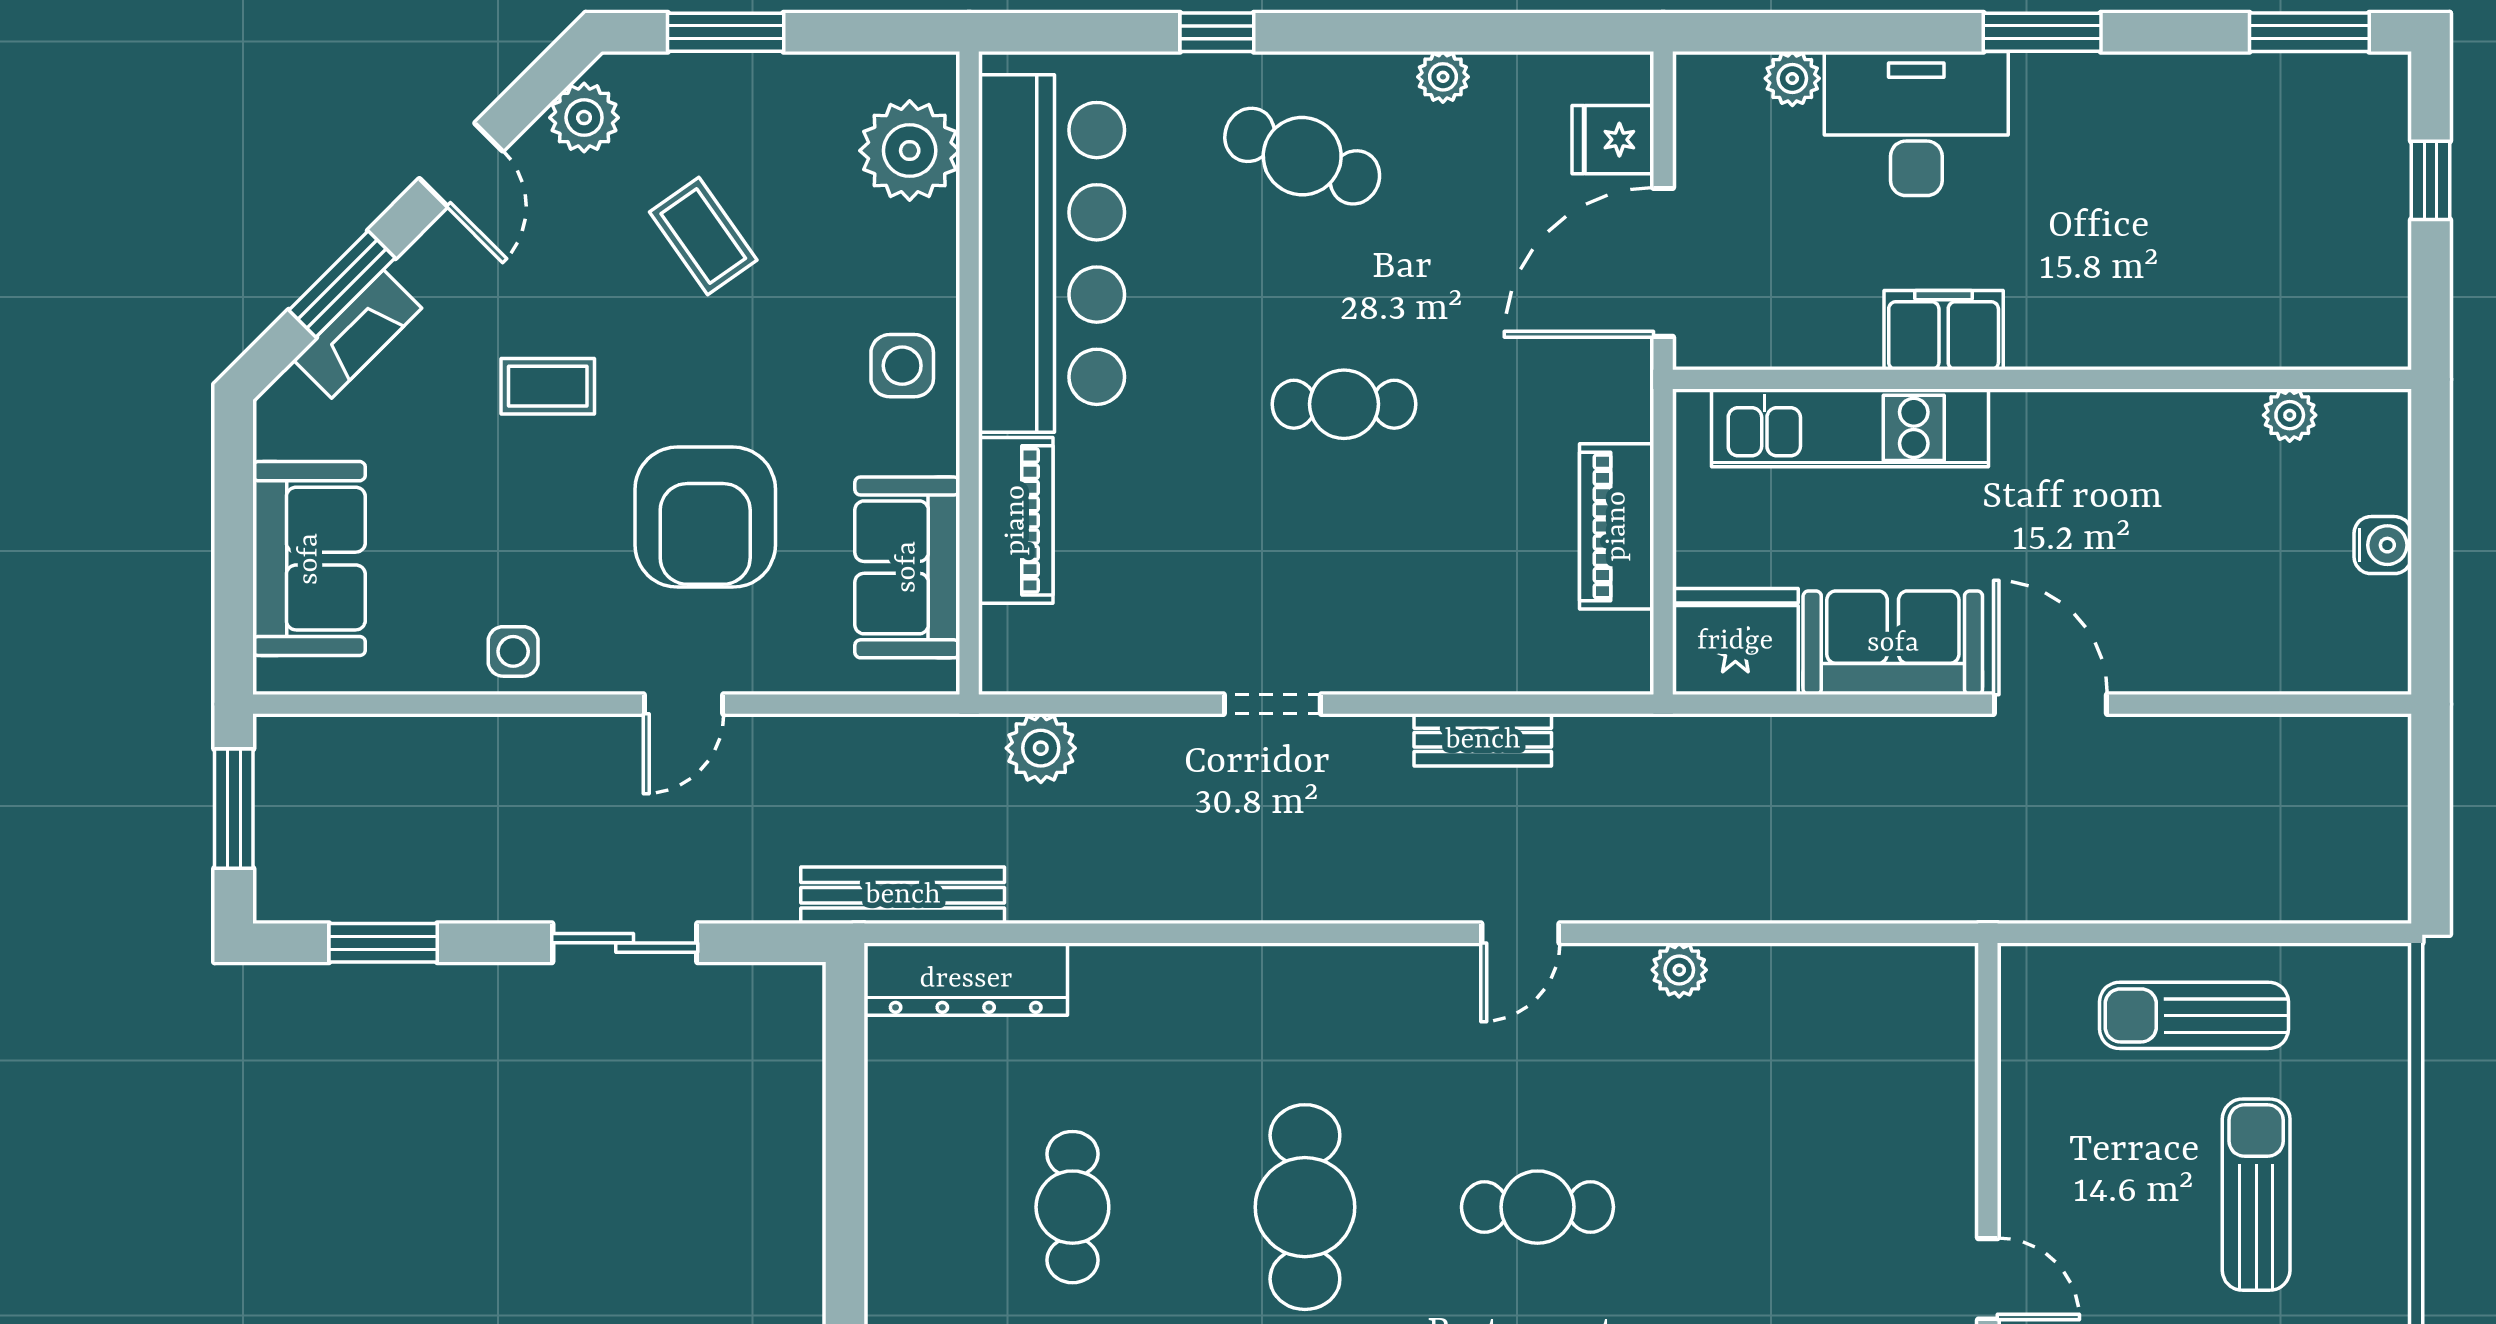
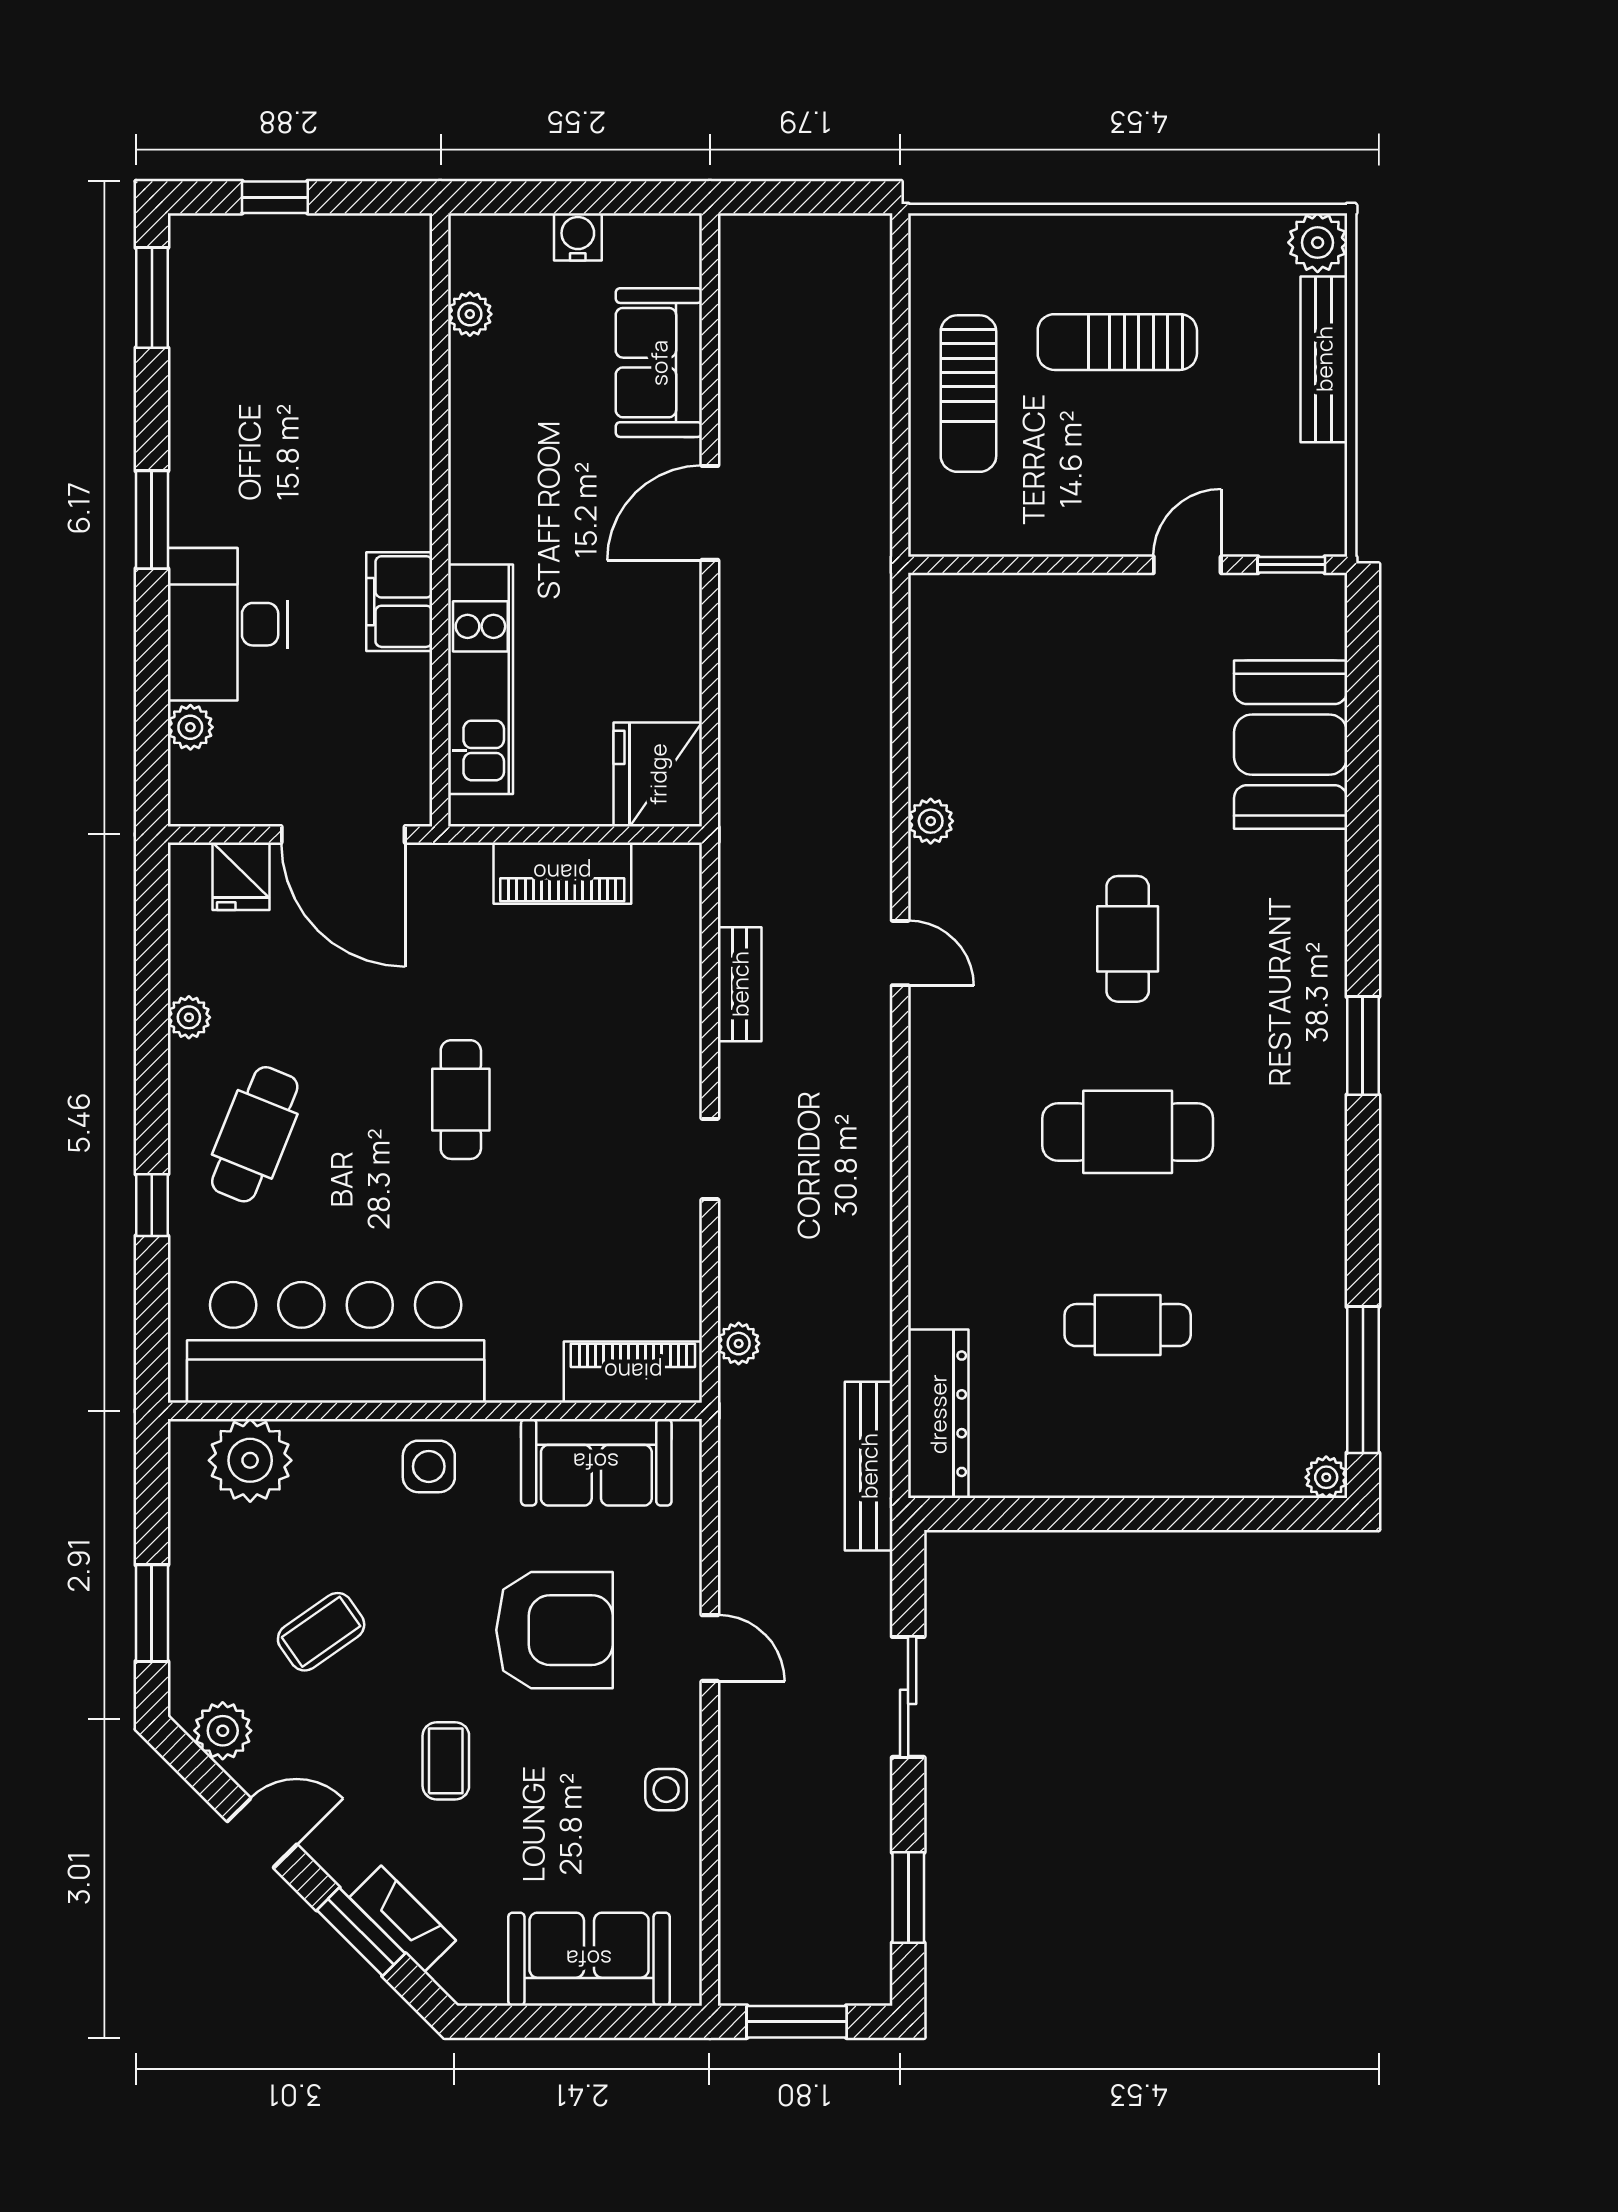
piano: (1016, 520) -> (633, 1372), moved
sofa: (1893, 643) -> (659, 363), moved
plant: (1041, 748) -> (739, 1344), width x0.73, depth x0.73

